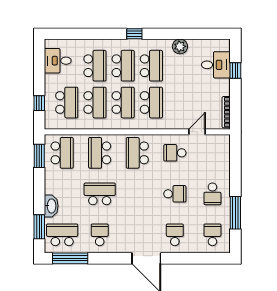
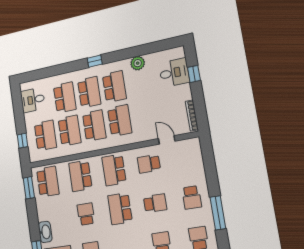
door: (197, 132) -> (167, 140), hinge flipped
school desk: (100, 194) -> (86, 214), width x0.54
school desk: (137, 194) -> (120, 209), added

